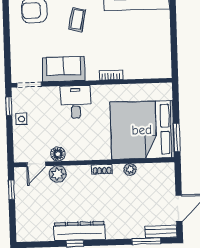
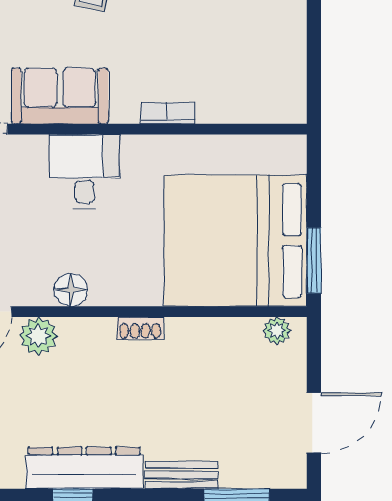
floor lamp: (58, 154) -> (71, 290), moved
plant: (130, 169) -> (277, 331), moved
bench: (161, 232) -> (181, 475), moved

